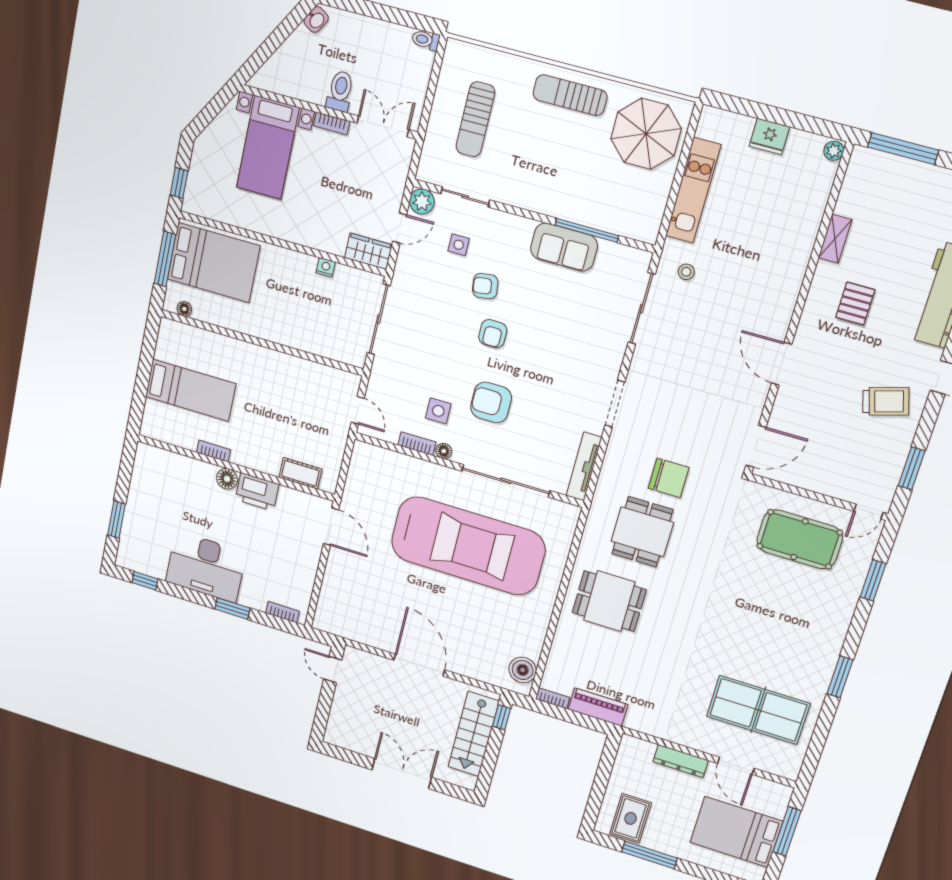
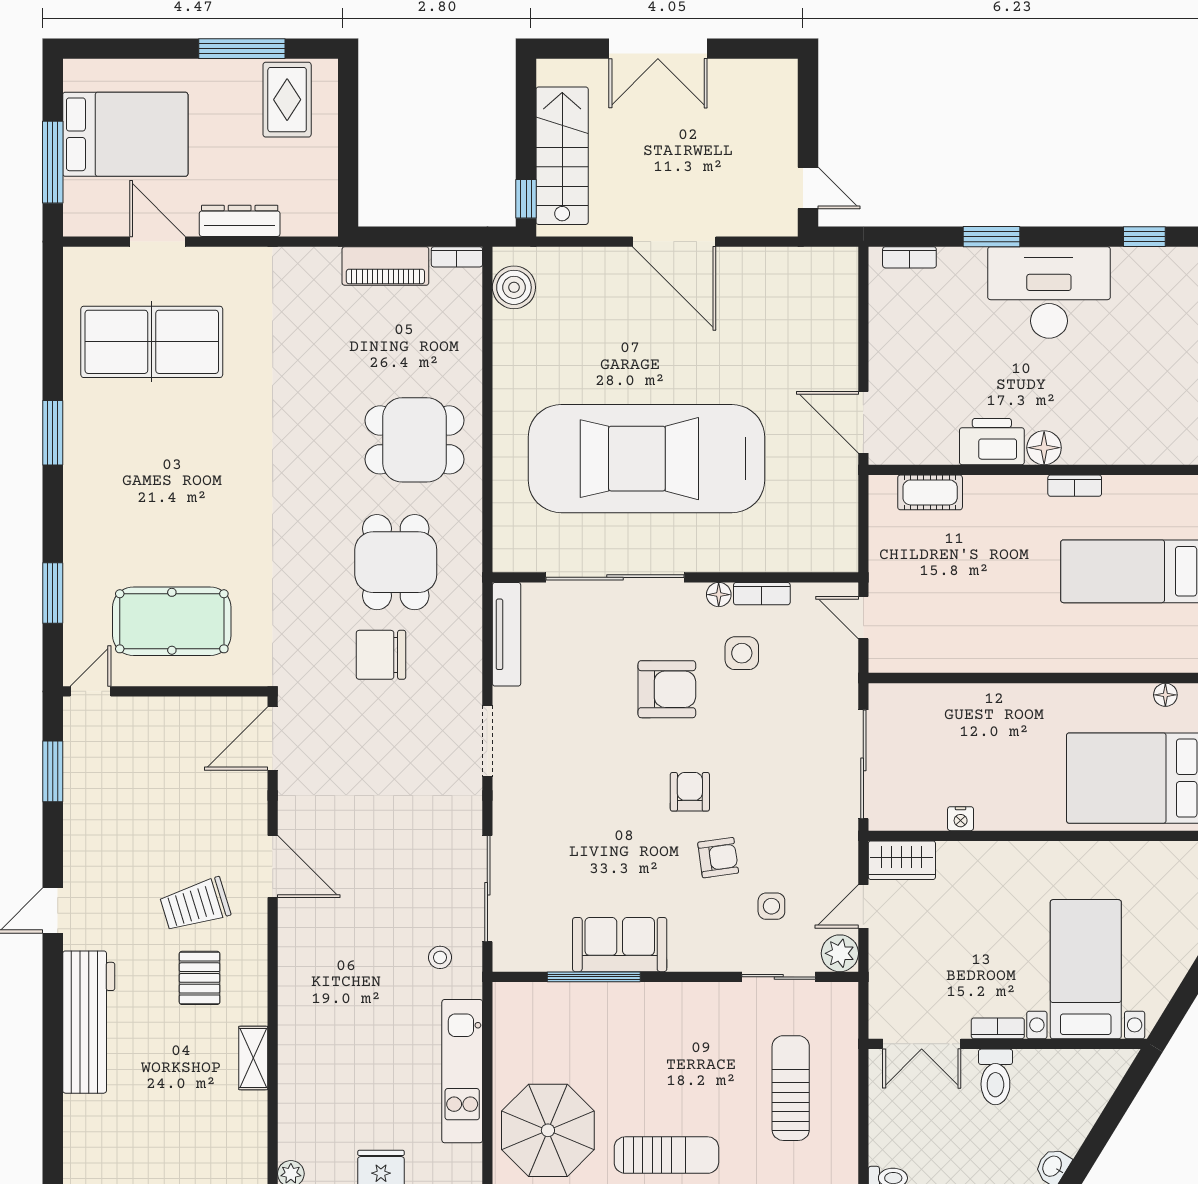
trolley: (886, 401) -> (195, 905), moved

